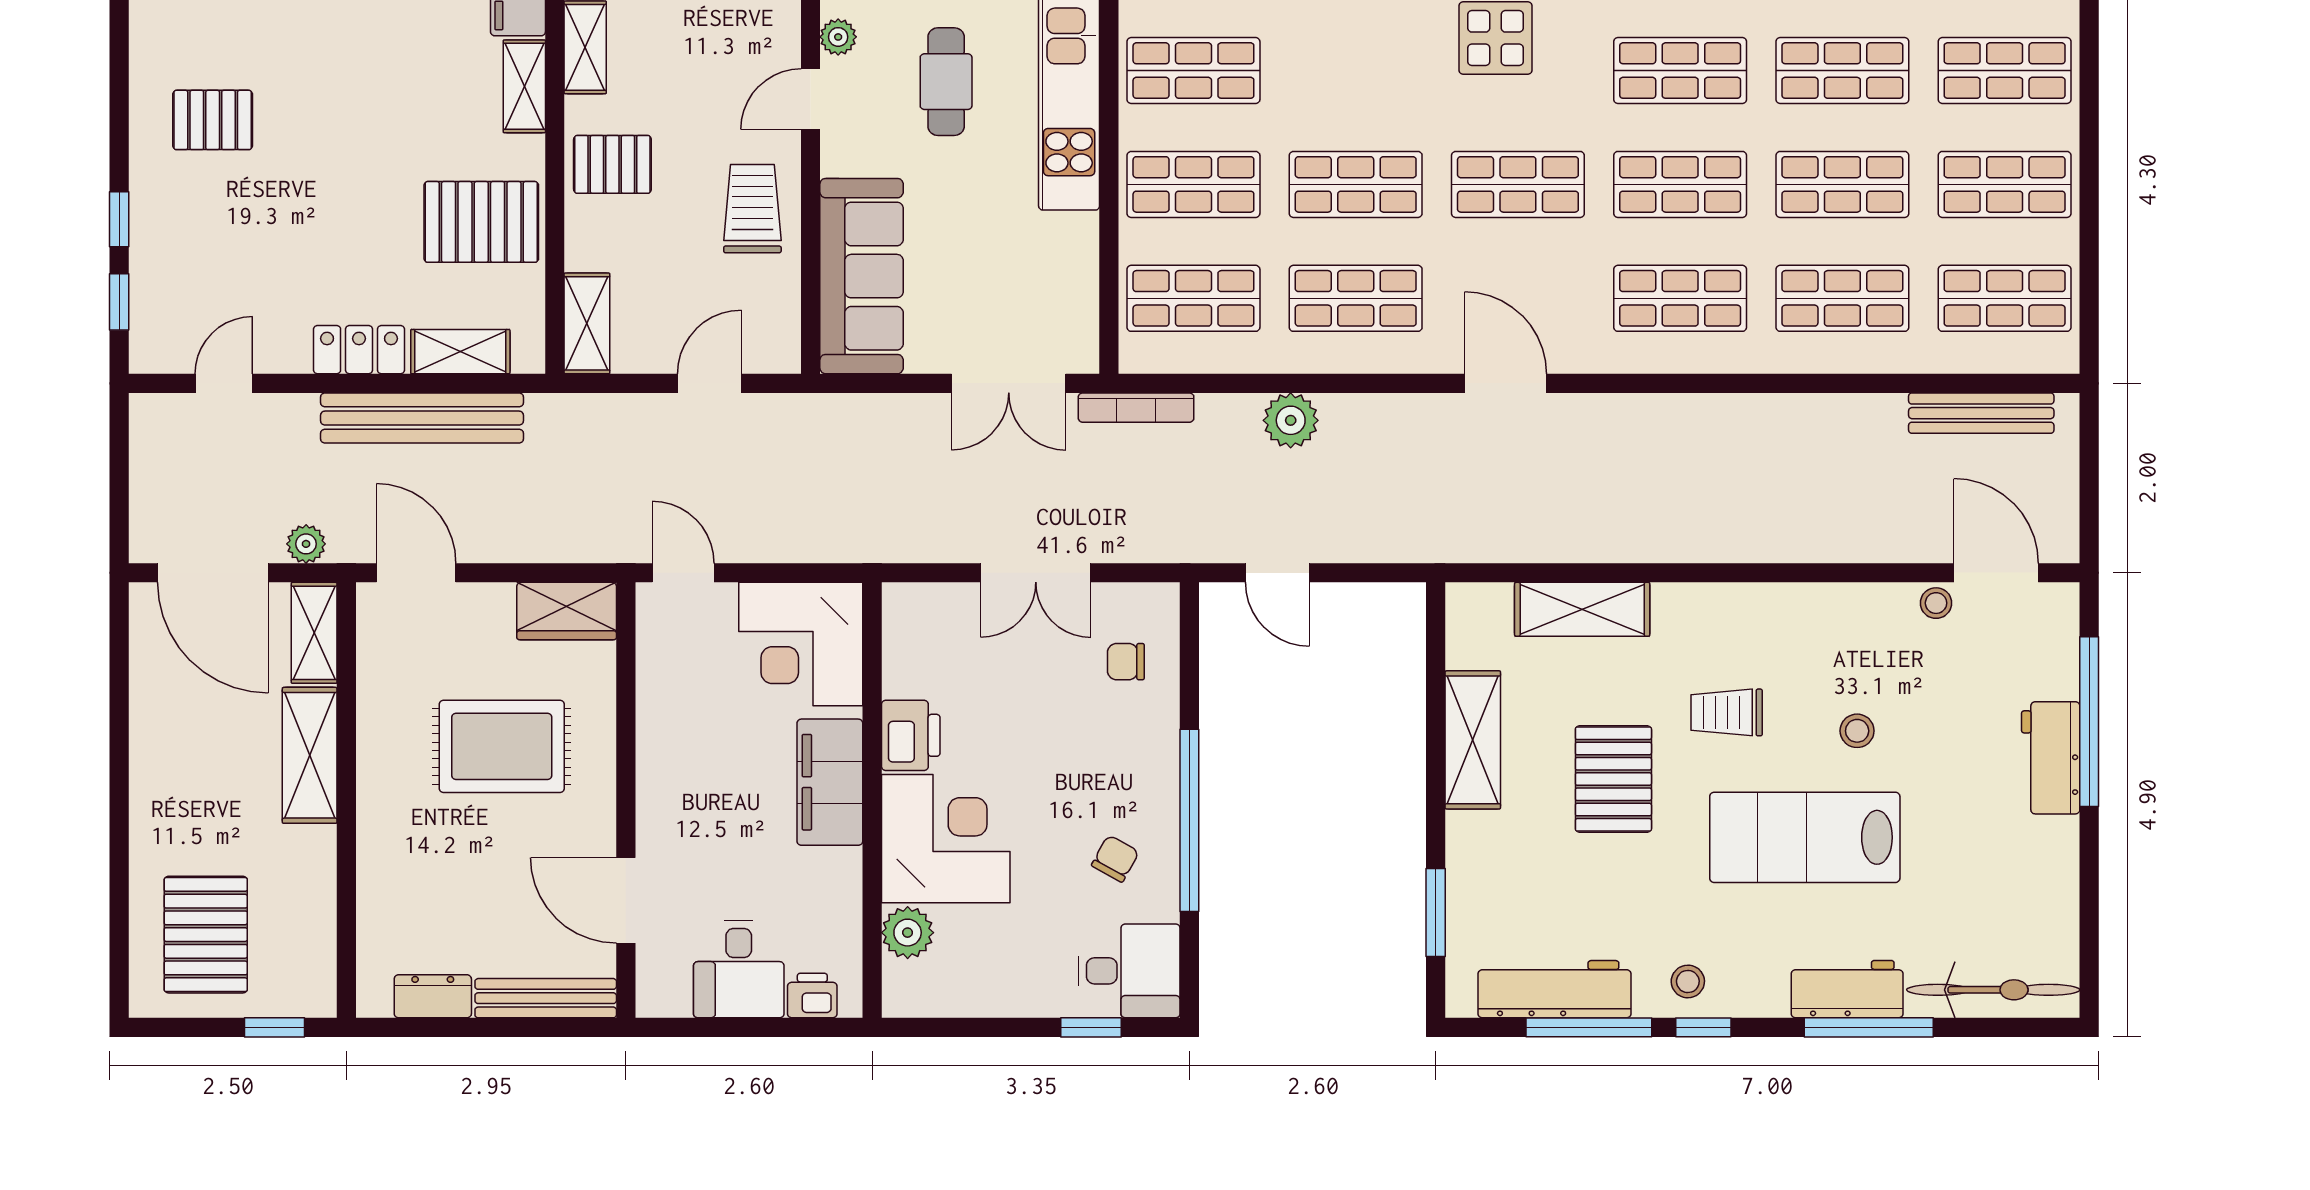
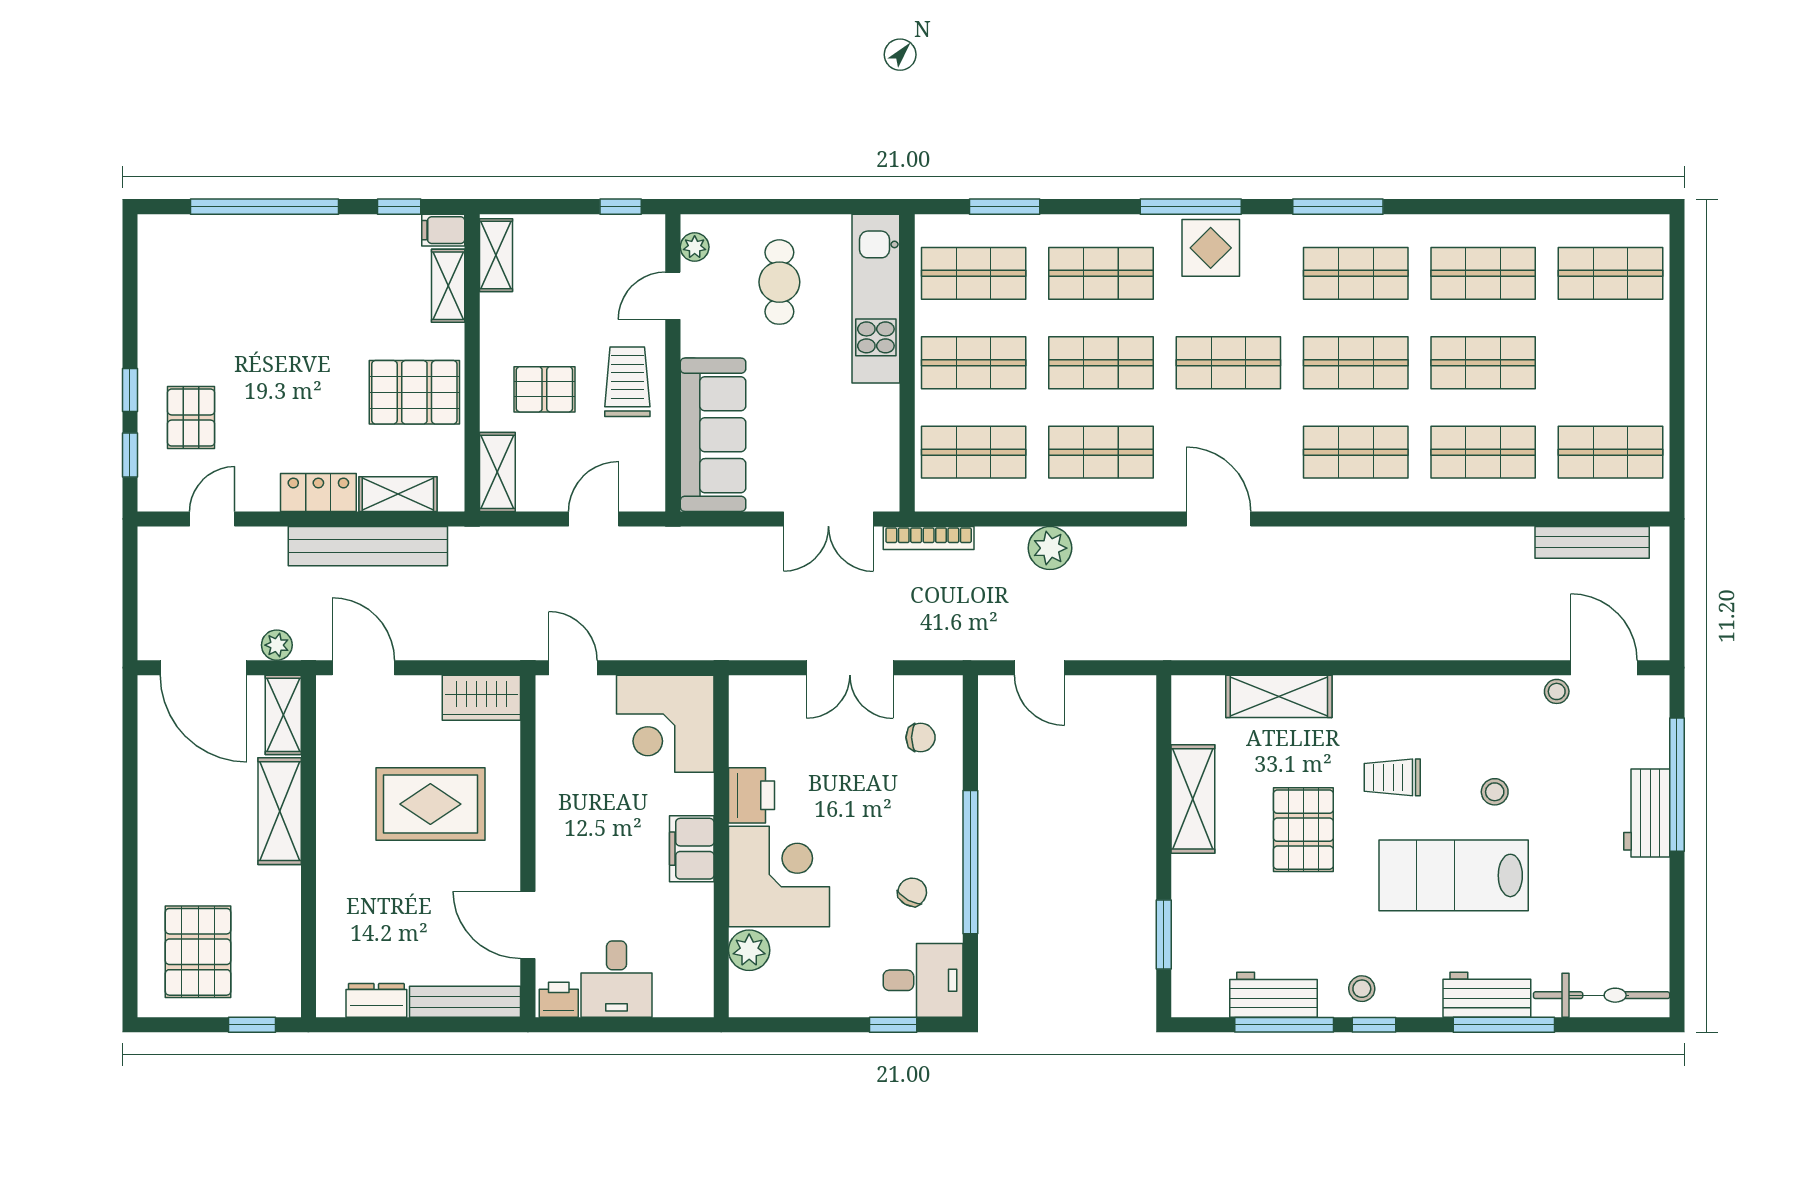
pallet: (213, 120) -> (191, 418), moved, turned 90
pallet: (612, 164) -> (544, 389), moved
shop shelf: (2005, 184) -> (1101, 273), moved
chair: (1126, 662) -> (921, 737), turned 180
filing cabinet: (830, 782) -> (692, 849), width x0.67, depth x0.86
workbench: (1555, 989) -> (1273, 995), width x0.73
printer: (812, 996) -> (559, 1000), moved

